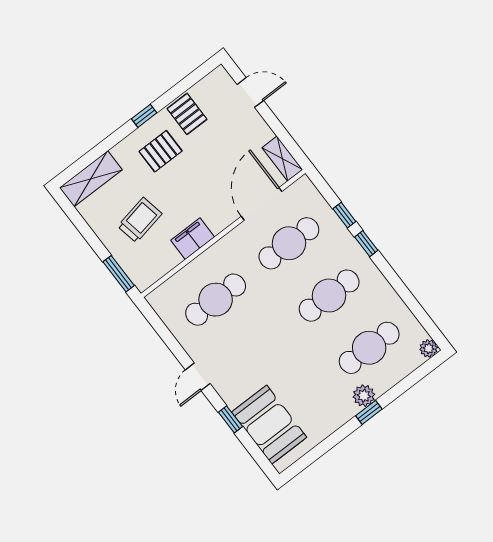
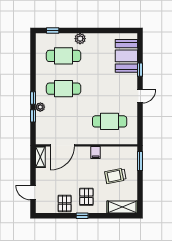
pallet: (161, 151) -> (86, 197), turned 90
filing cabinet: (193, 239) -> (96, 152), width x0.50
cafe table: (289, 243) -> (64, 121), removed
plant: (429, 348) -> (40, 107), moved
window: (369, 412) -> (53, 30), moved

